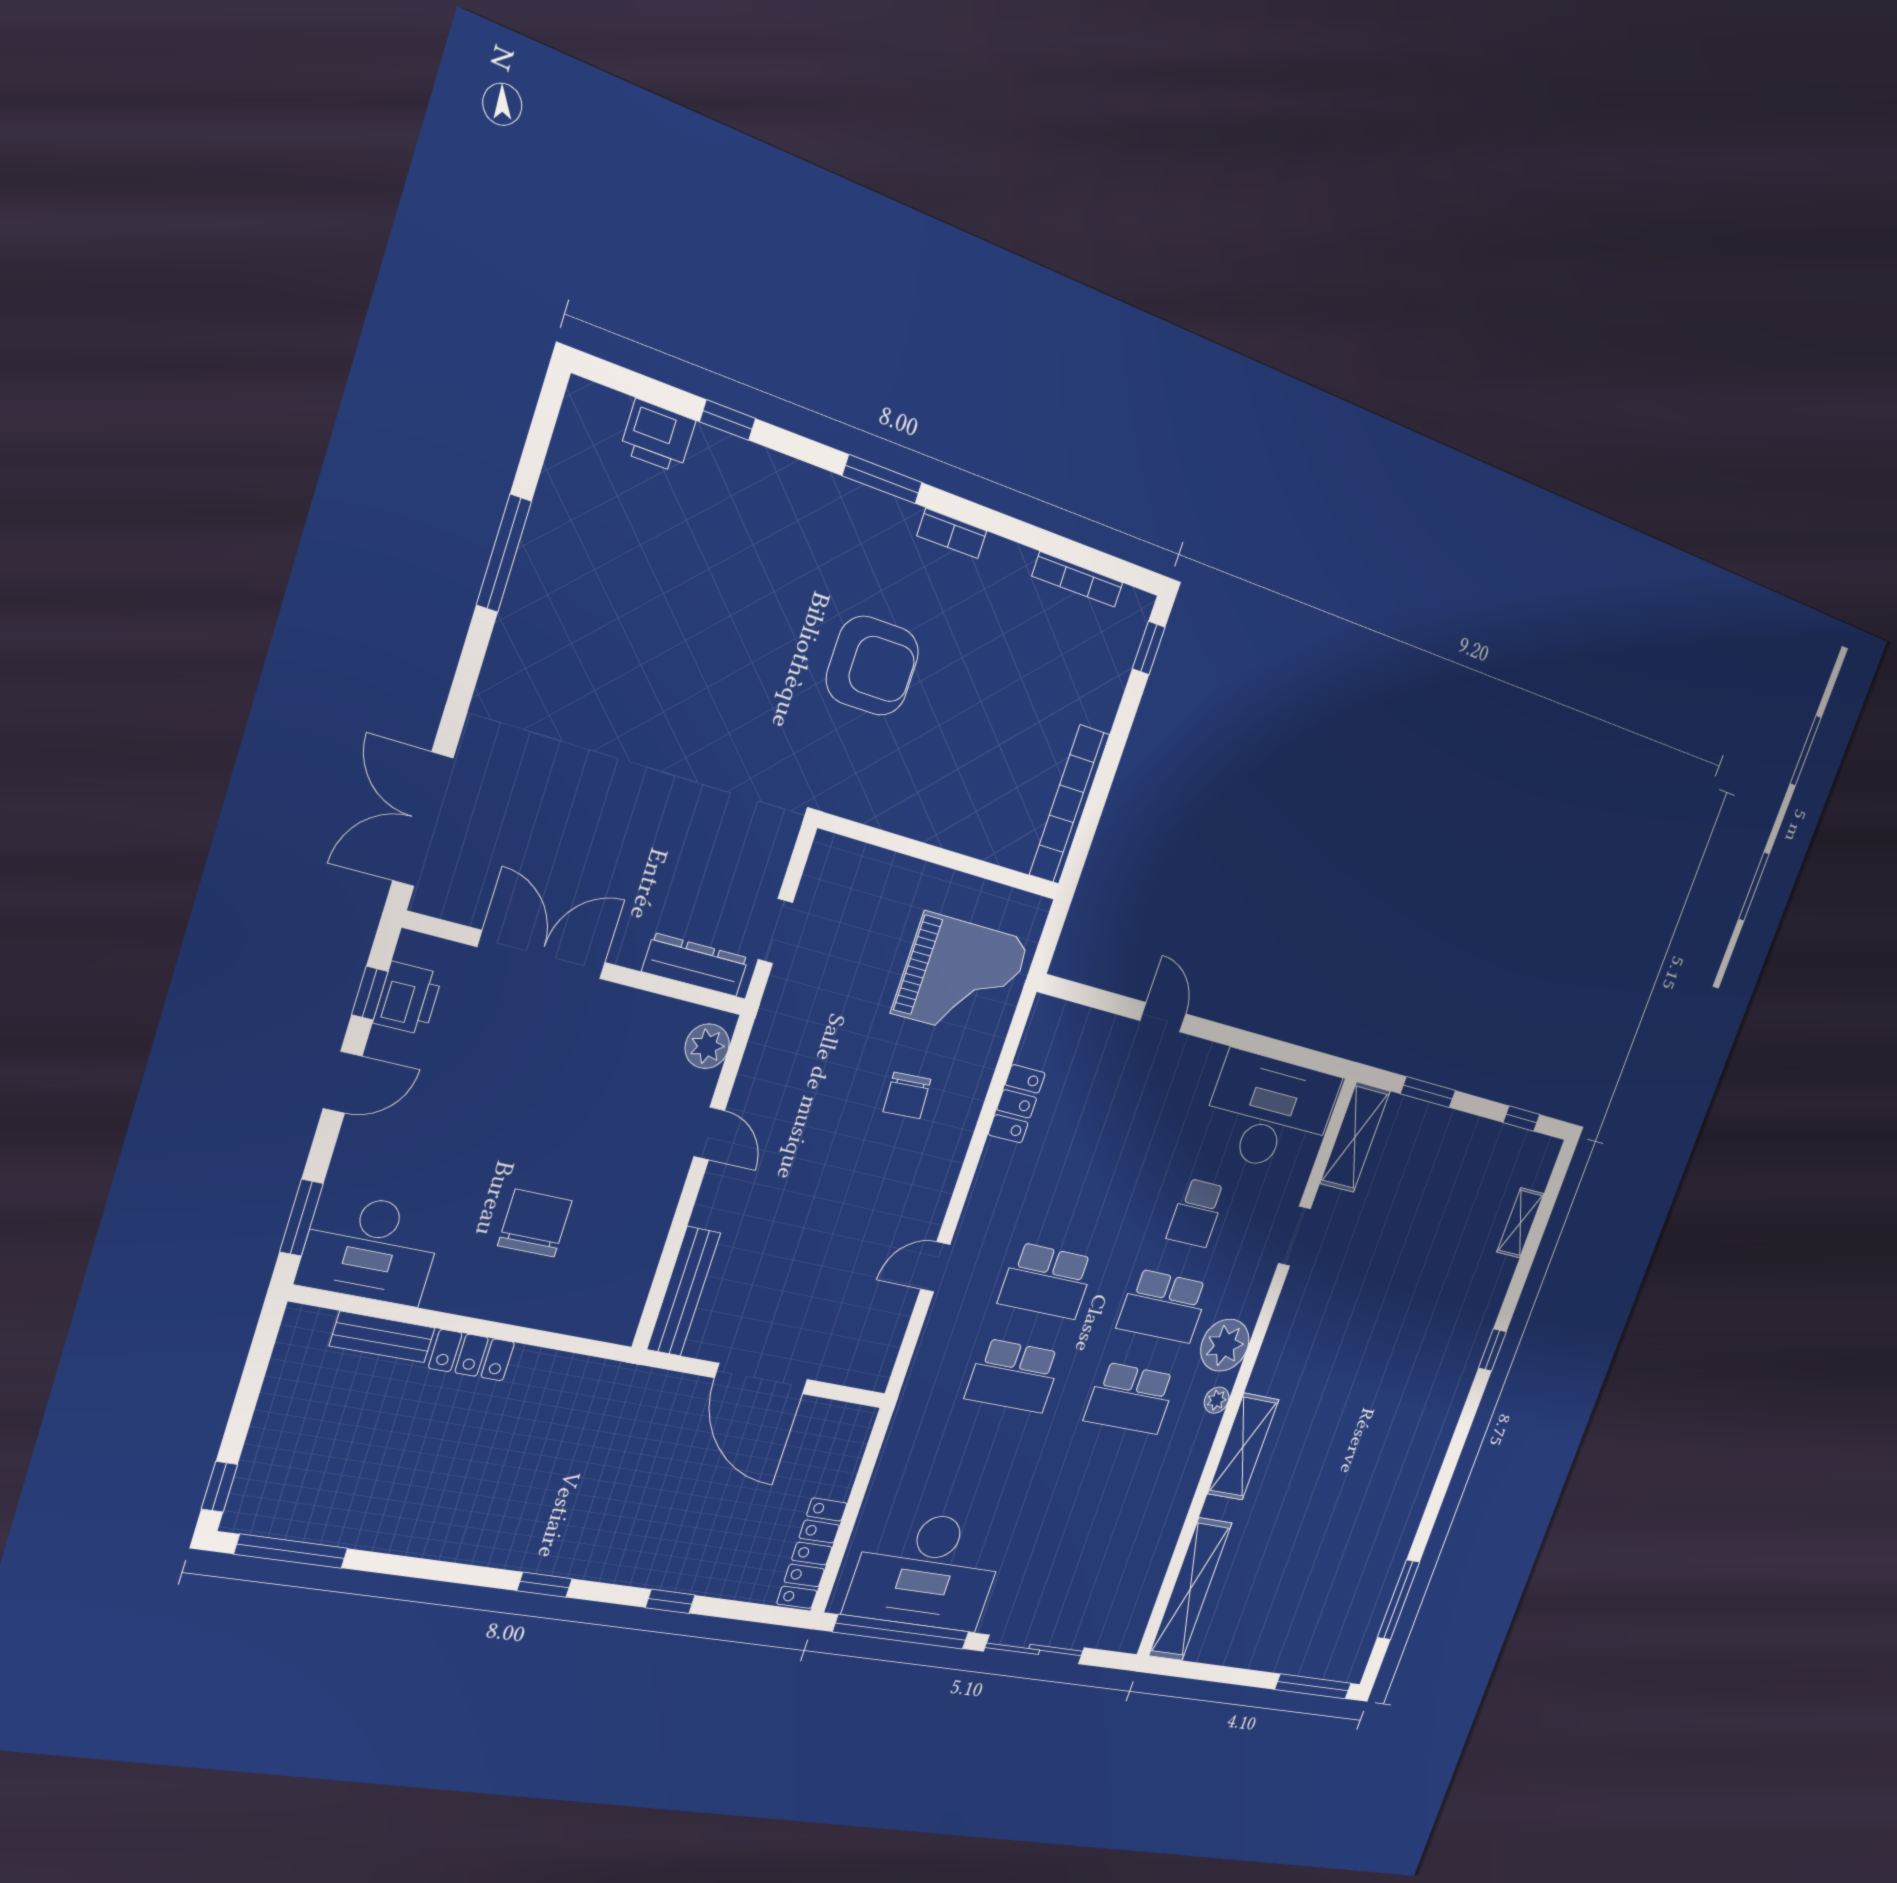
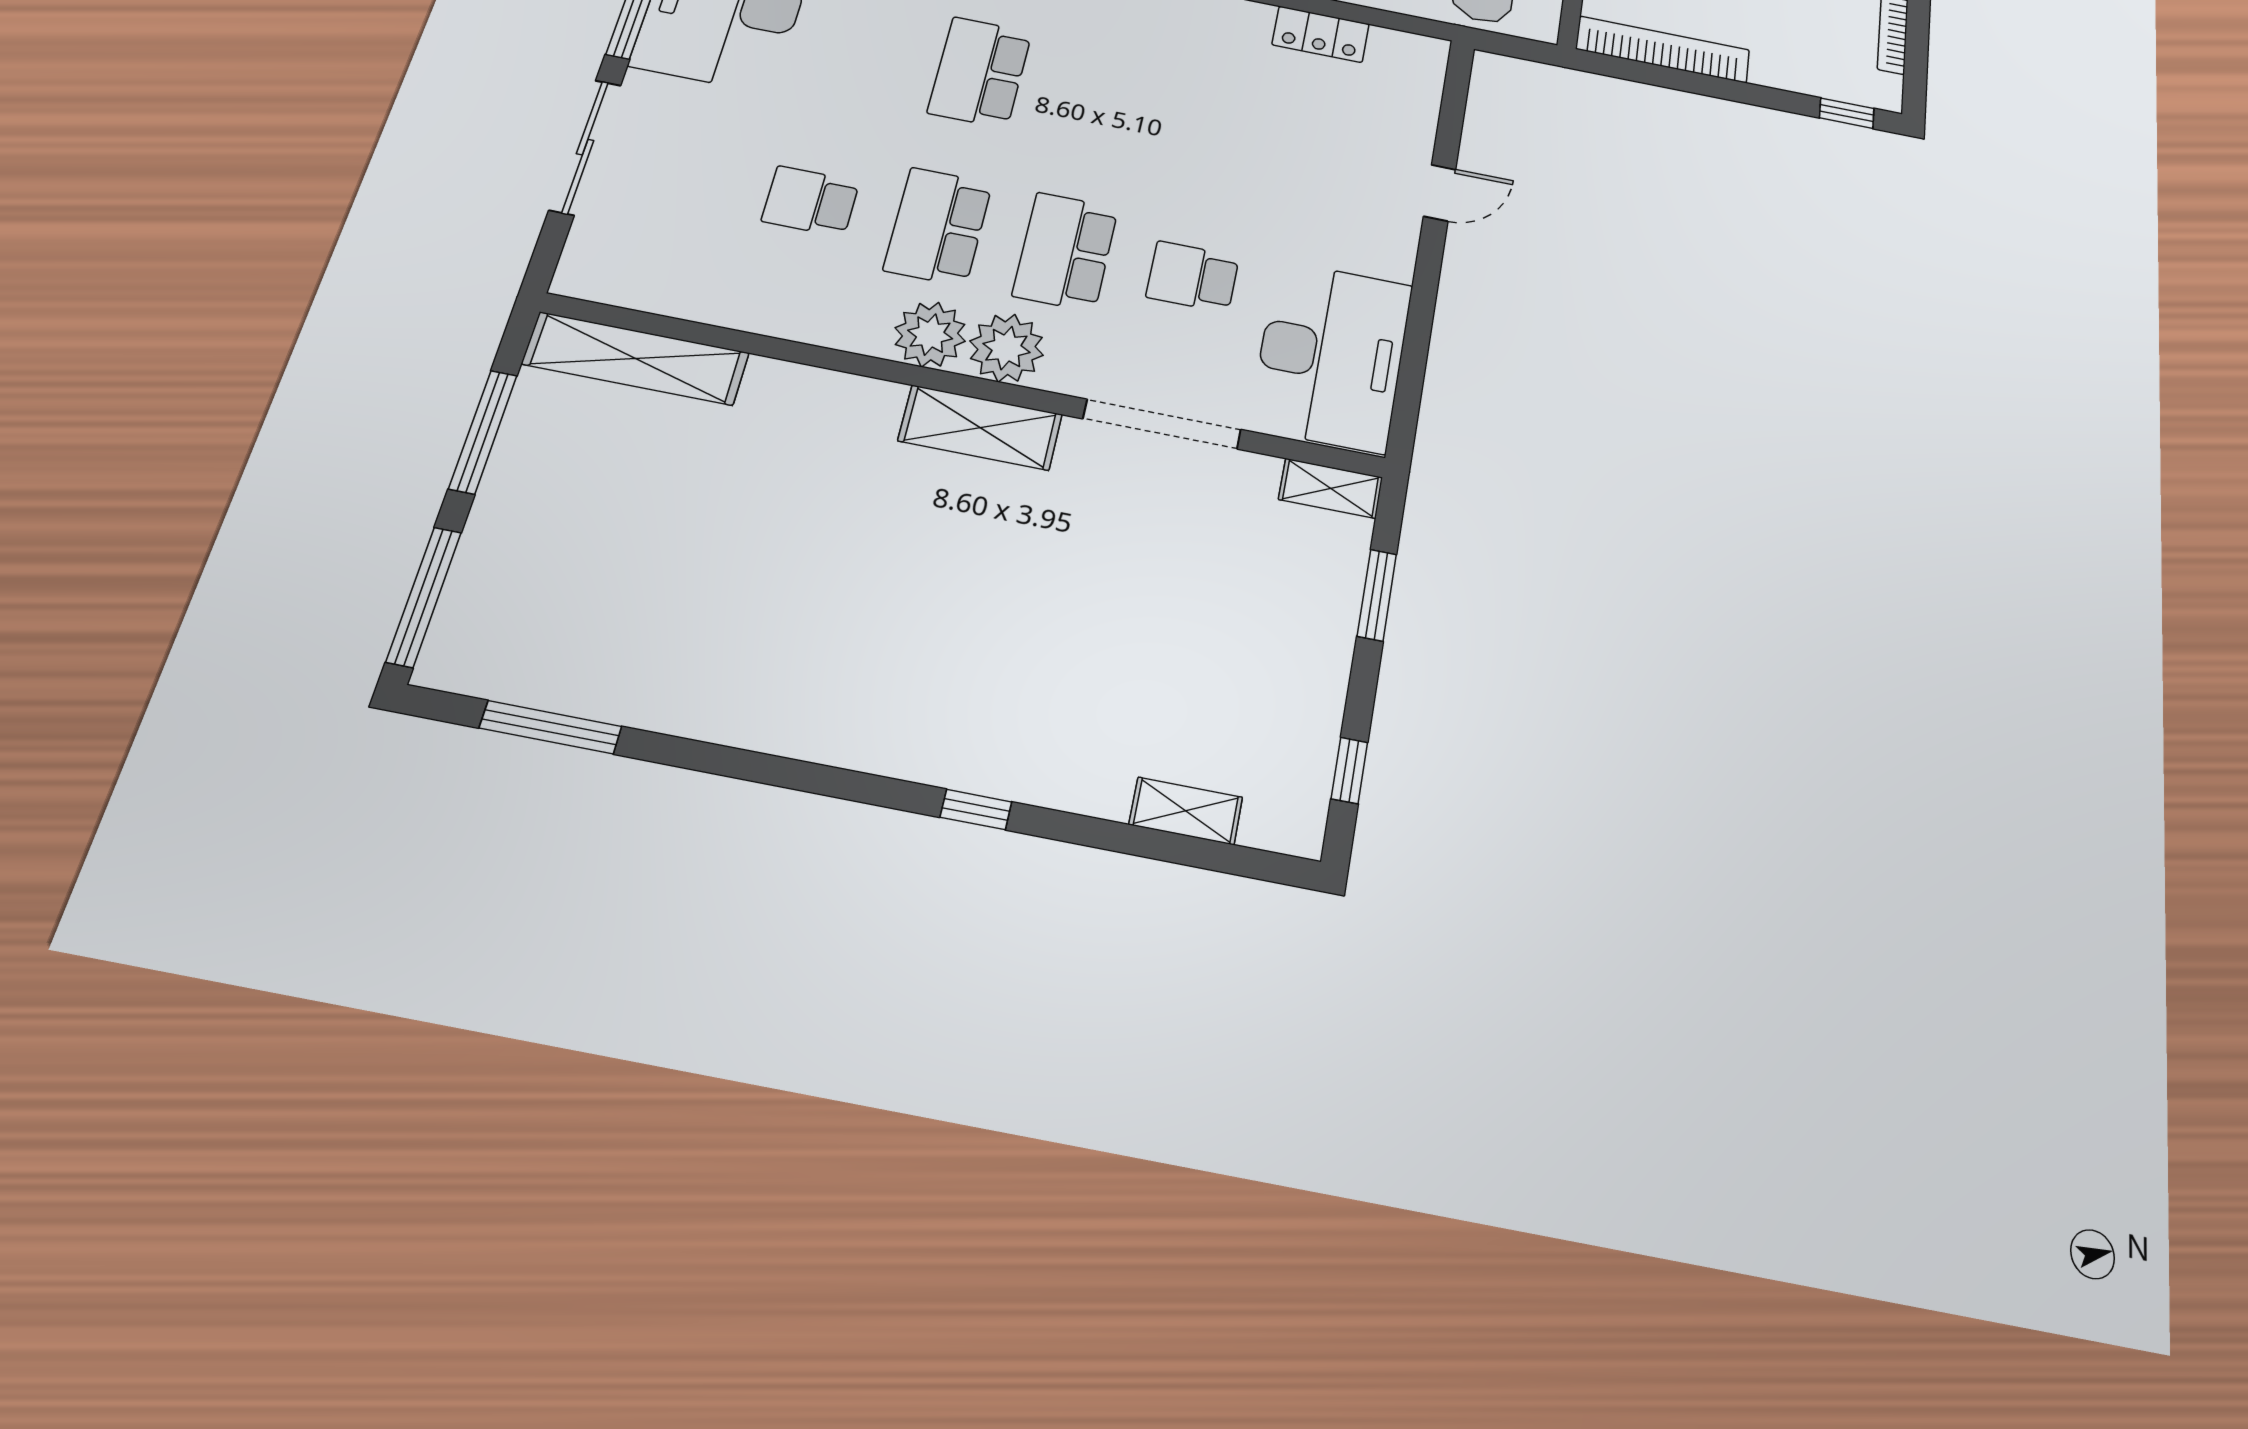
shelving: (1355, 1137) -> (1331, 488), width x0.67, depth x0.75
doorway: (1294, 1236) -> (1162, 424), width x1.88
school desk: (1047, 1281) -> (811, 201), moved, width x0.54
plant: (1217, 1400) -> (930, 335), width x1.88, depth x1.88
shelving: (1243, 1447) -> (980, 428), moved
window: (1221, 1674) -> (483, 432), added

